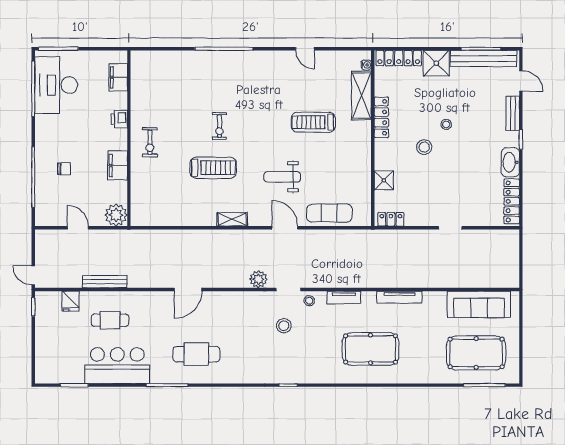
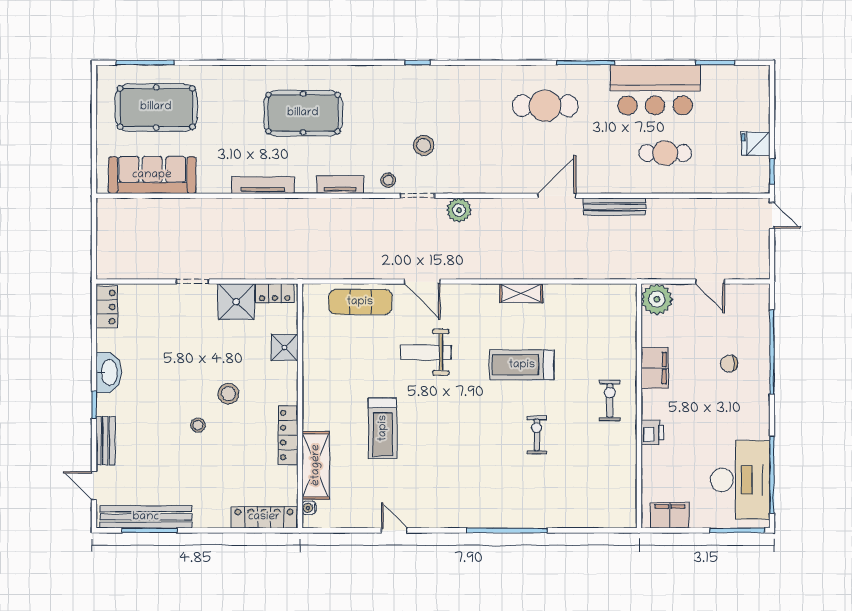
shower: (436, 63) -> (236, 302), moved
filing cabinet: (118, 77) -> (670, 515), moved, turned -90
treadmill: (313, 122) -> (383, 428), turned 90
exercise bike: (219, 126) -> (537, 435), moved
weight bench: (282, 177) -> (426, 352), turned 180
locker: (512, 201) -> (107, 307), width x0.66
shelving: (232, 219) -> (521, 293), moved
bench: (105, 282) -> (615, 207), moved
fridge: (71, 301) -> (756, 144), moved, turned -90

